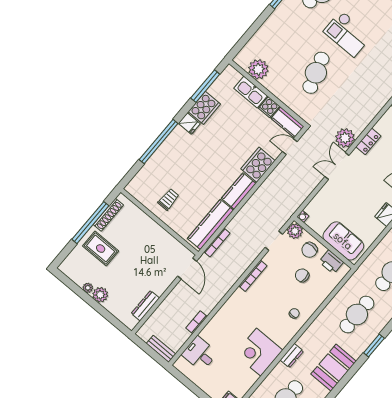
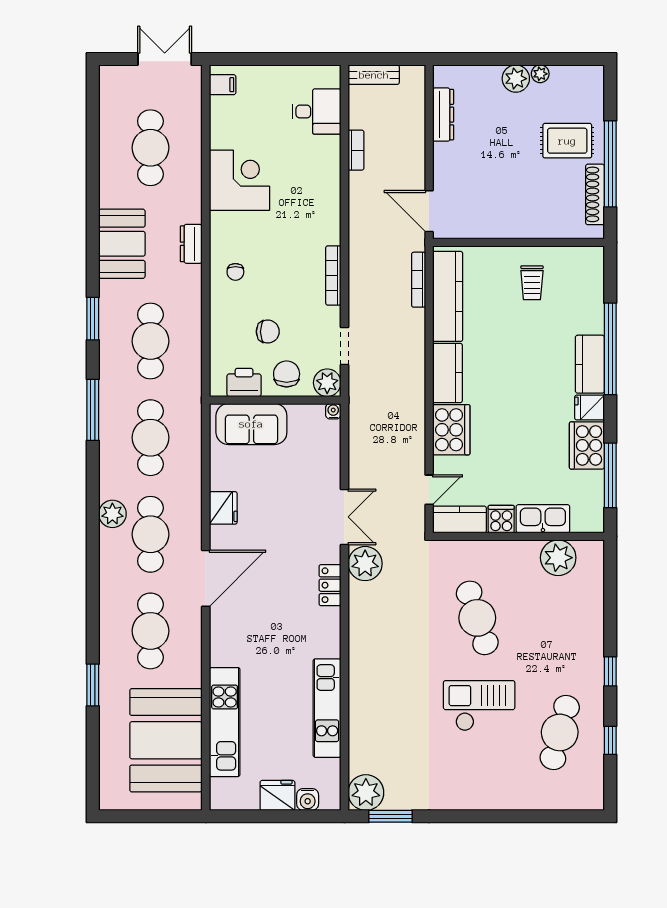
kitchen counter: (173, 142) -> (590, 364), added
dresser: (292, 356) -> (191, 244), moved

